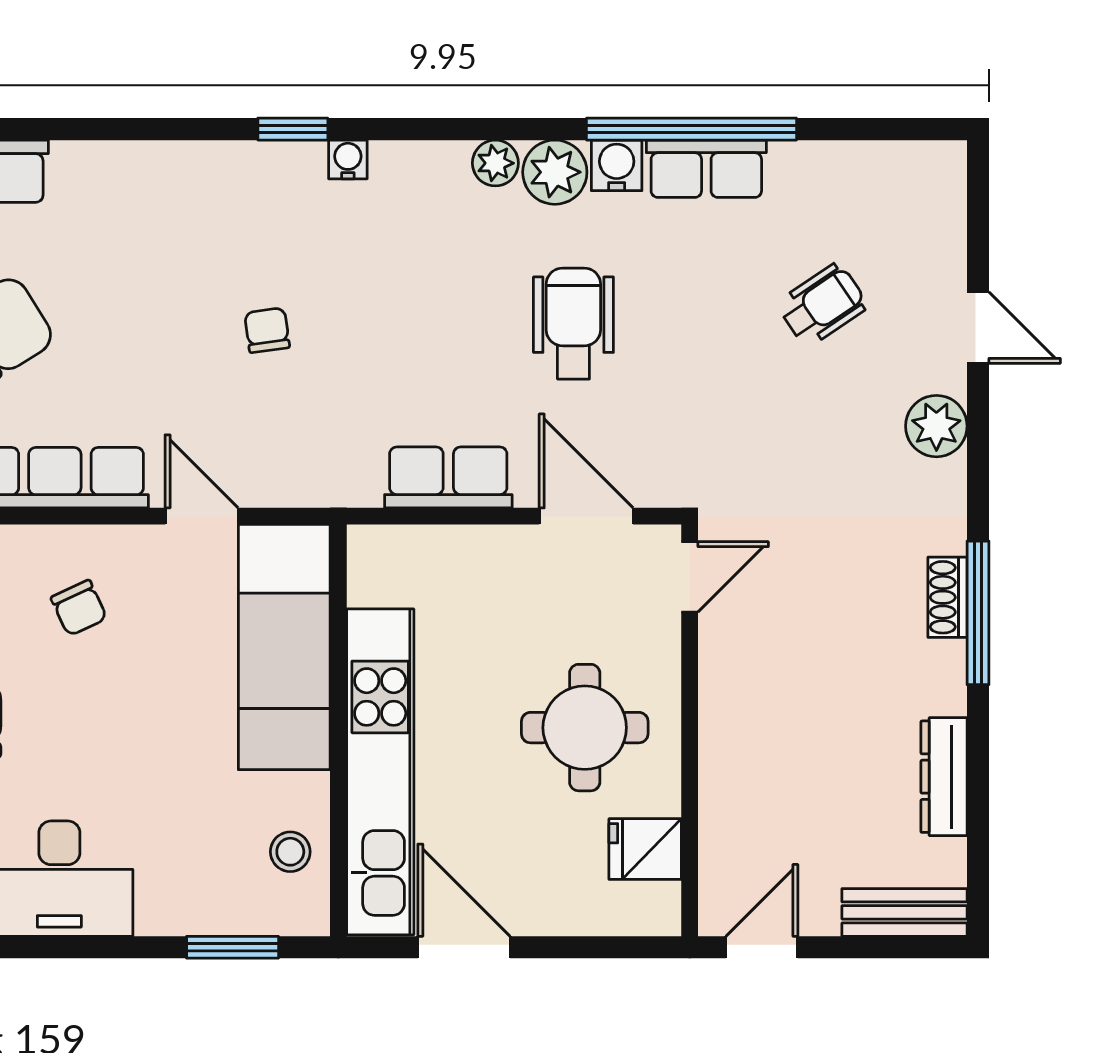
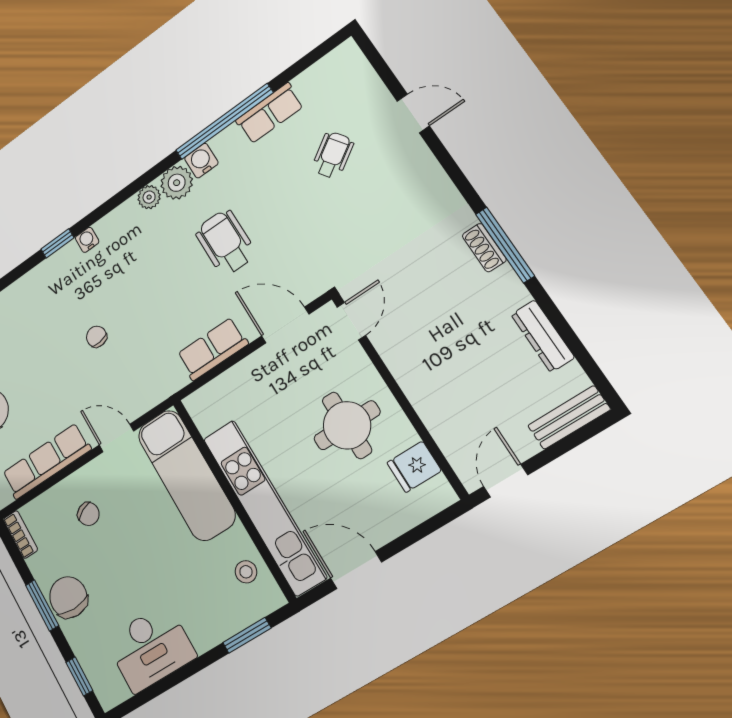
row of seats: (706, 169) -> (269, 113), moved
plant: (936, 426) -> (424, 172), removed

